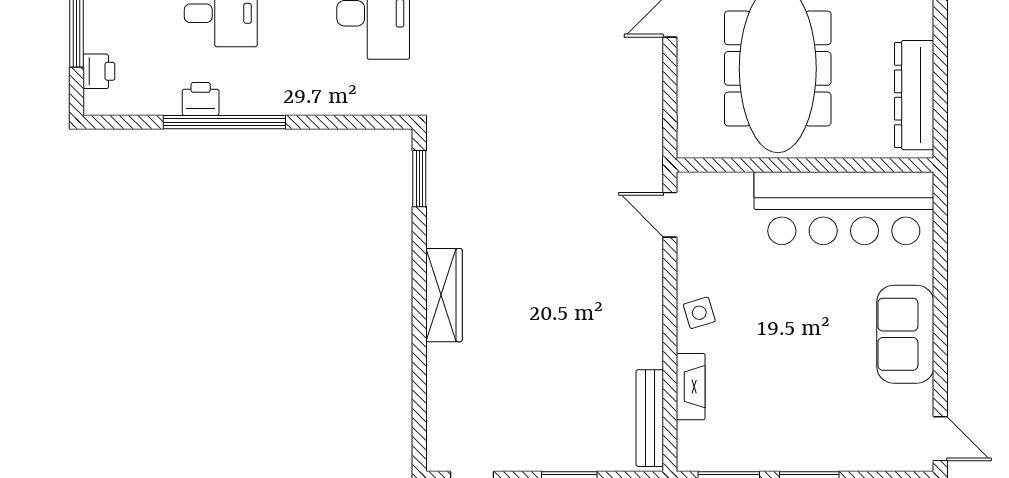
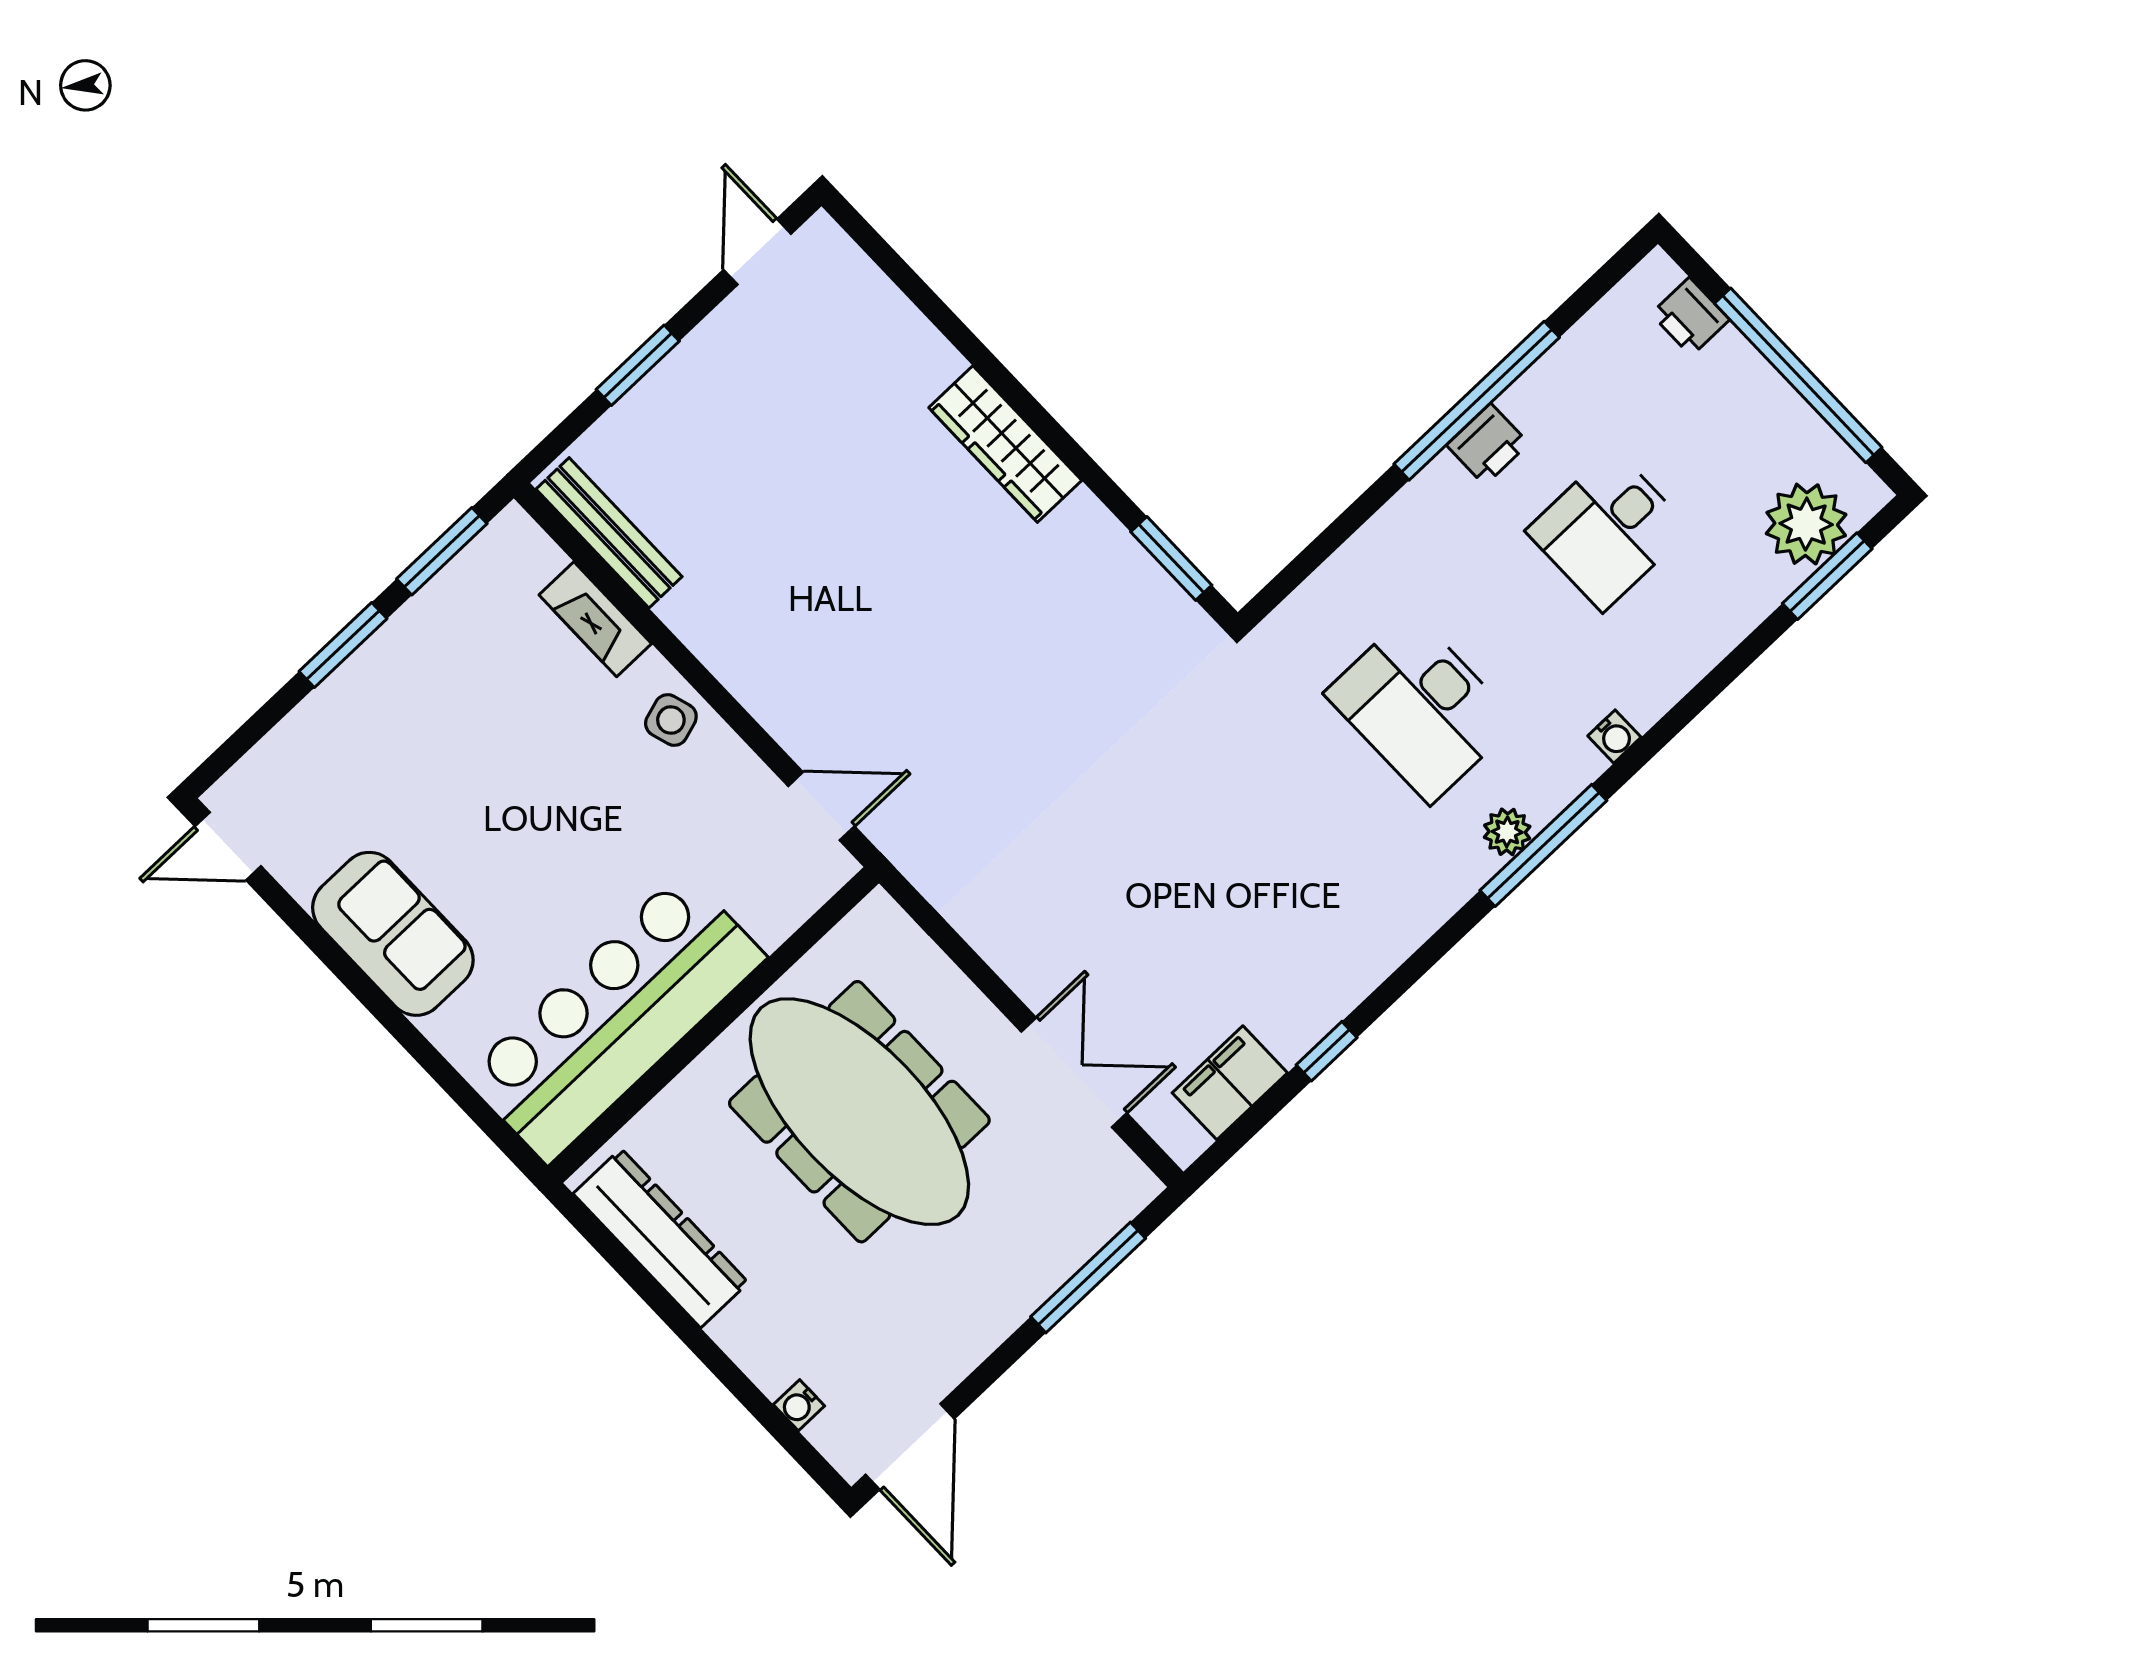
printer: (201, 99) -> (1488, 444), moved

